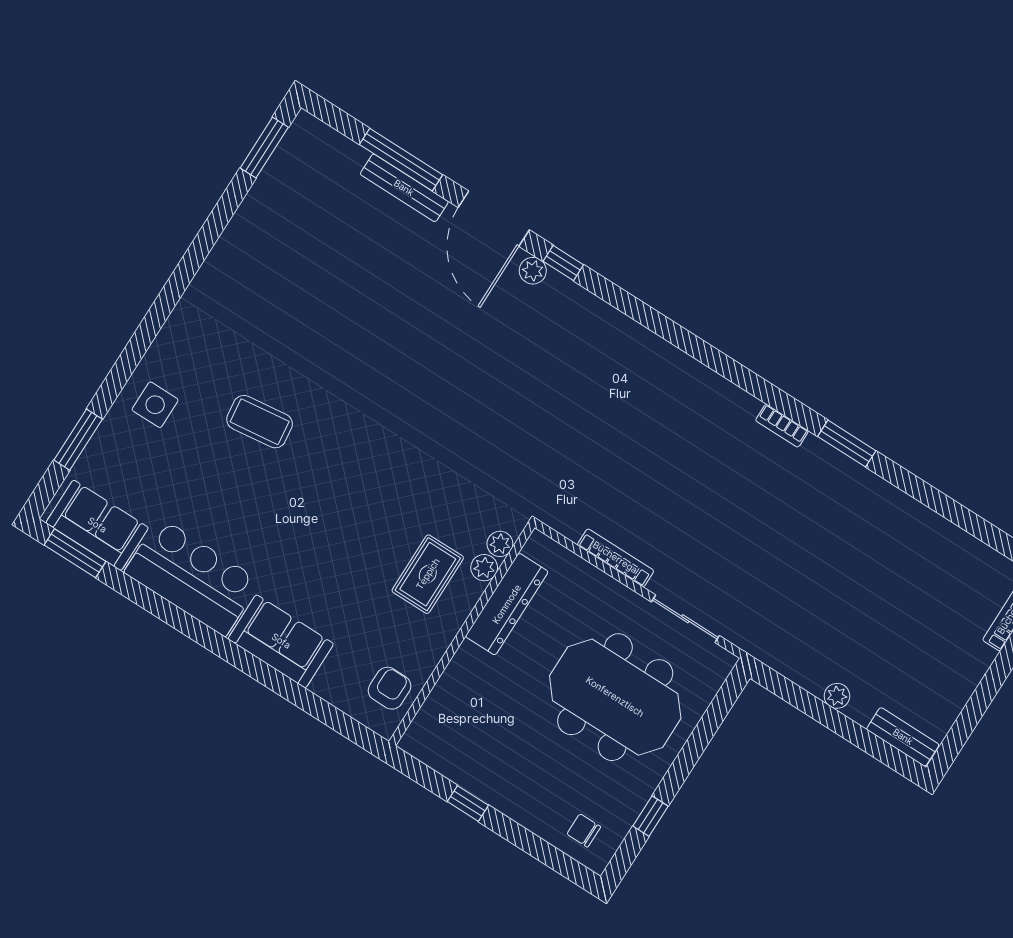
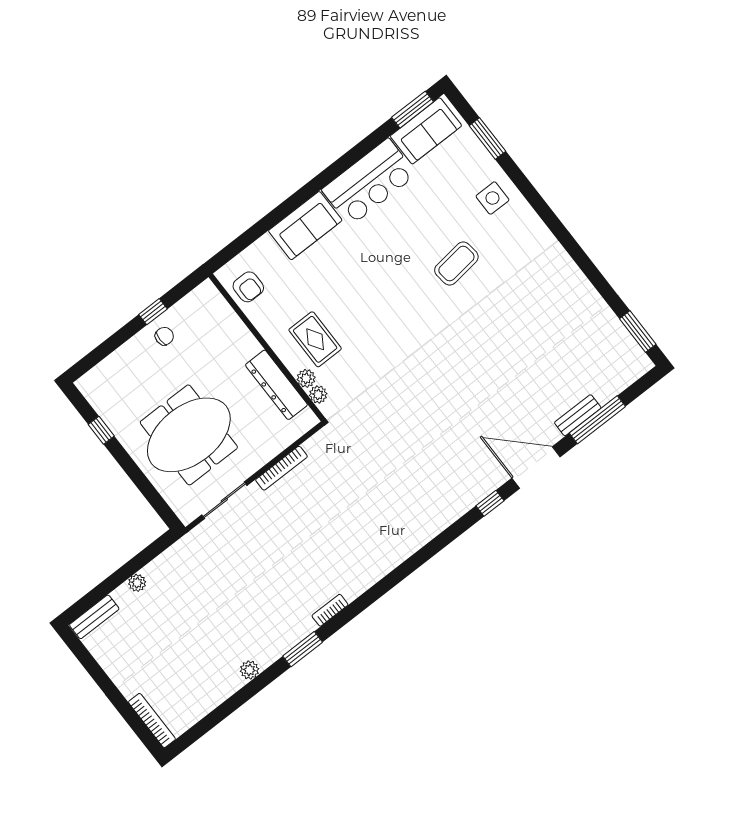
bench: (404, 188) -> (578, 415), width x0.73
plant: (533, 271) -> (249, 670), moved
chair: (584, 830) -> (164, 336), moved

